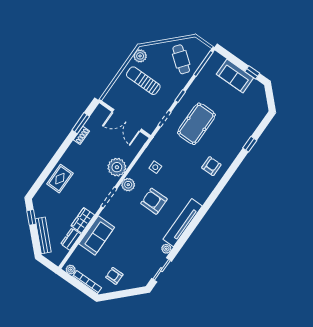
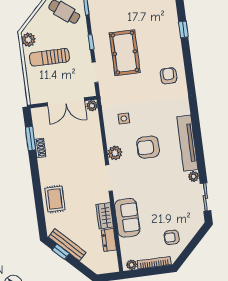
plant: (117, 167) -> (92, 106), moved, width x0.53, depth x0.53
bench: (43, 235) -> (67, 245), moved

